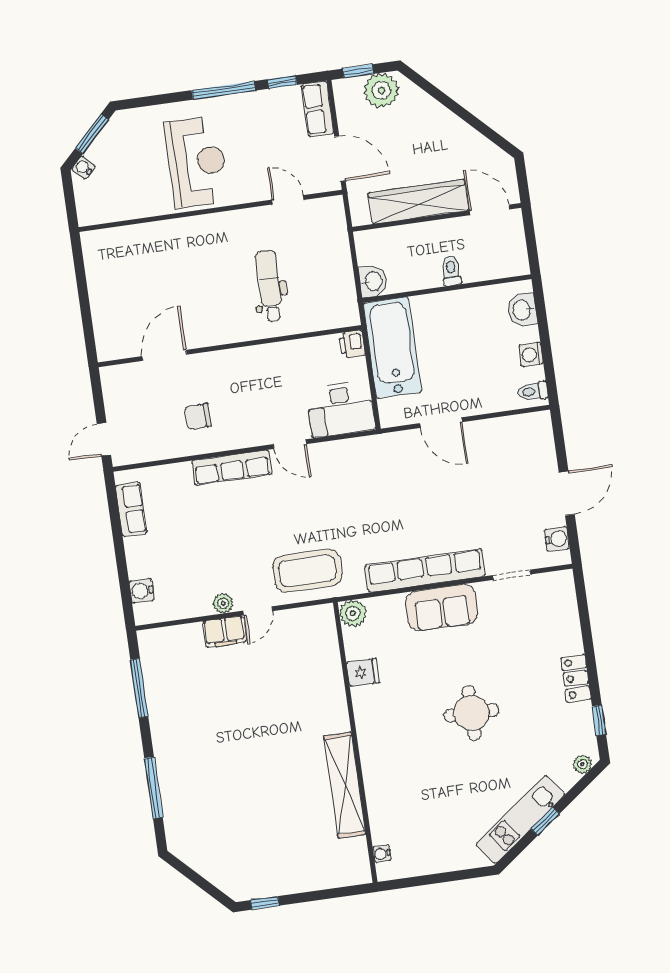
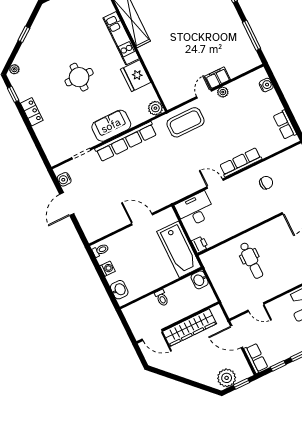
fridge: (363, 672) -> (136, 76), width x1.88, depth x1.34
kitchen unit: (521, 819) -> (121, 38), moved, turned 127

